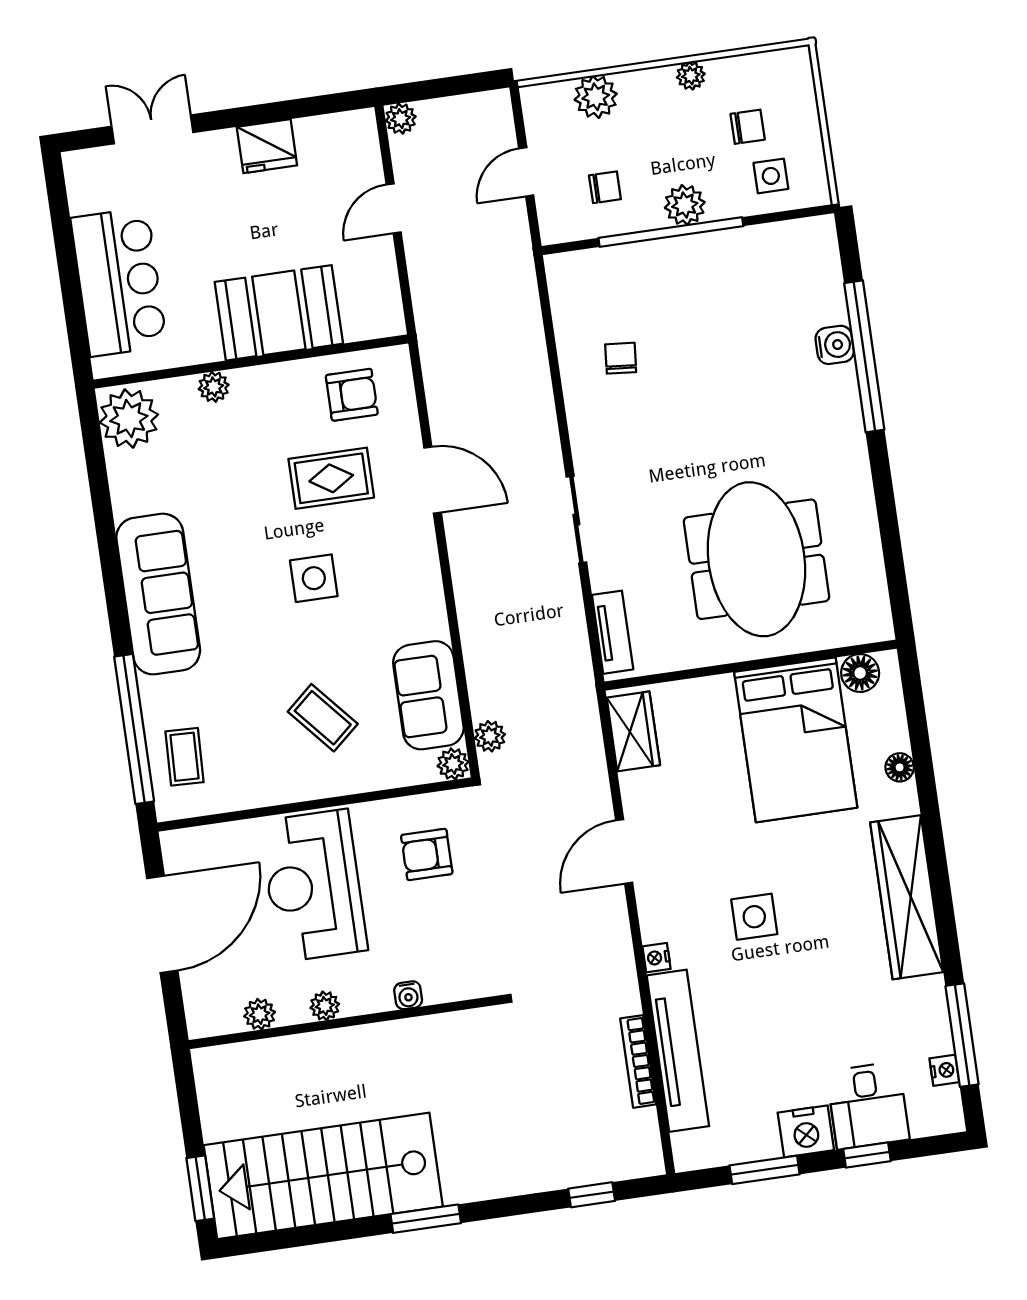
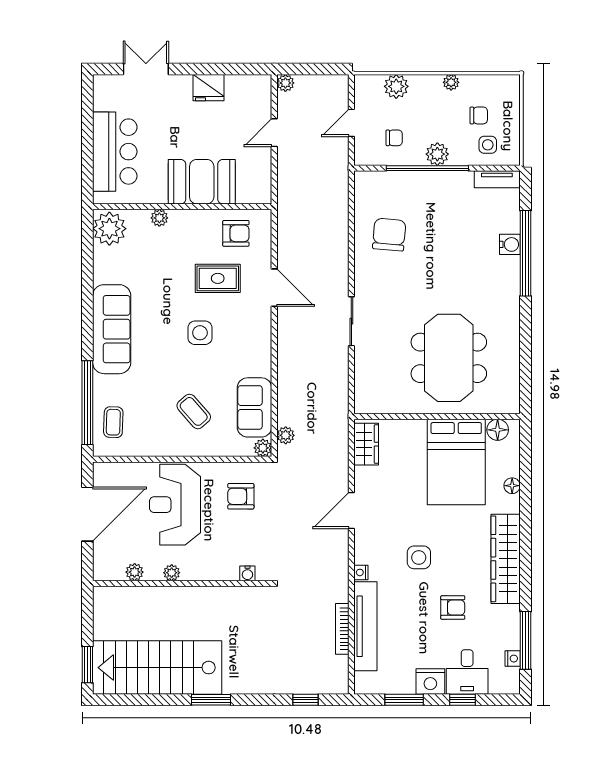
chair: (621, 358) -> (389, 235), width x1.87, depth x1.87
tv unit: (613, 632) -> (497, 179), moved, turned 90
water cooler: (408, 995) -> (247, 573), moved
armchair: (826, 996) -> (453, 608), added

